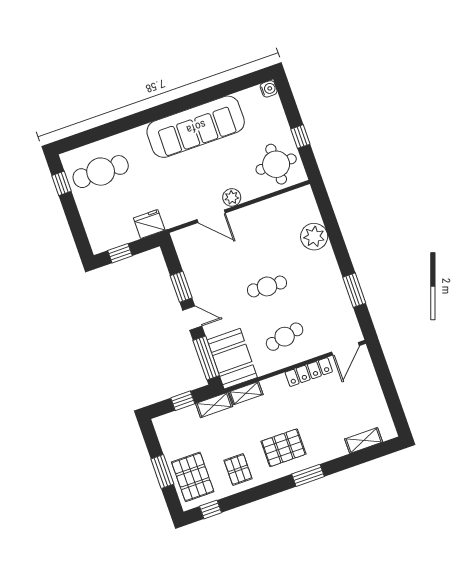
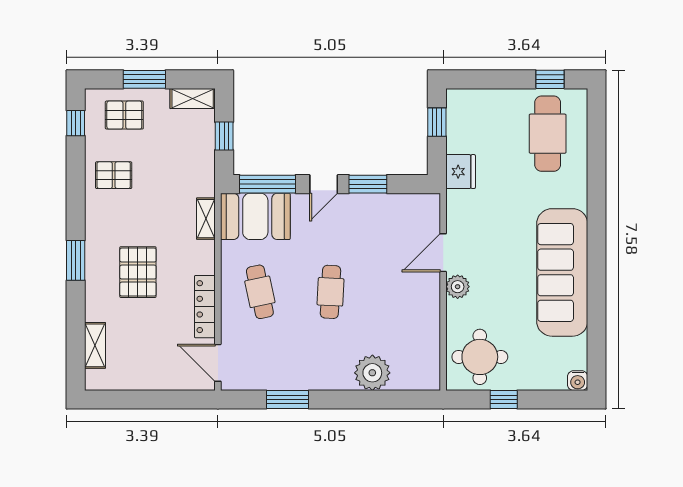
shelving: (214, 405) -> (193, 98), moved, turned 90
pallet: (283, 448) -> (138, 272), moved
pallet: (193, 477) -> (124, 115), width x0.67, depth x0.71

